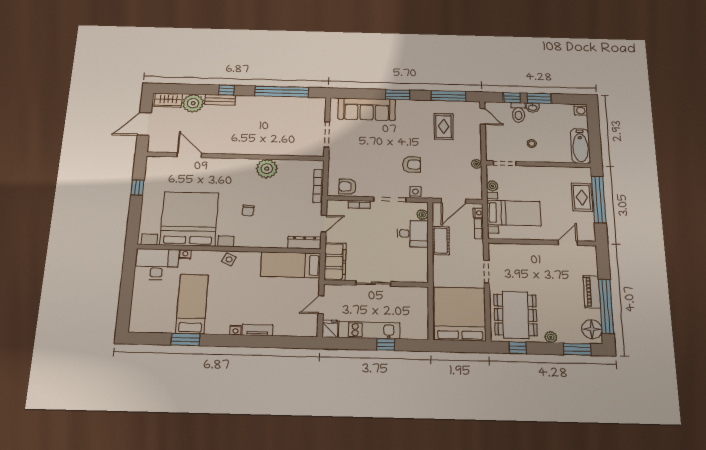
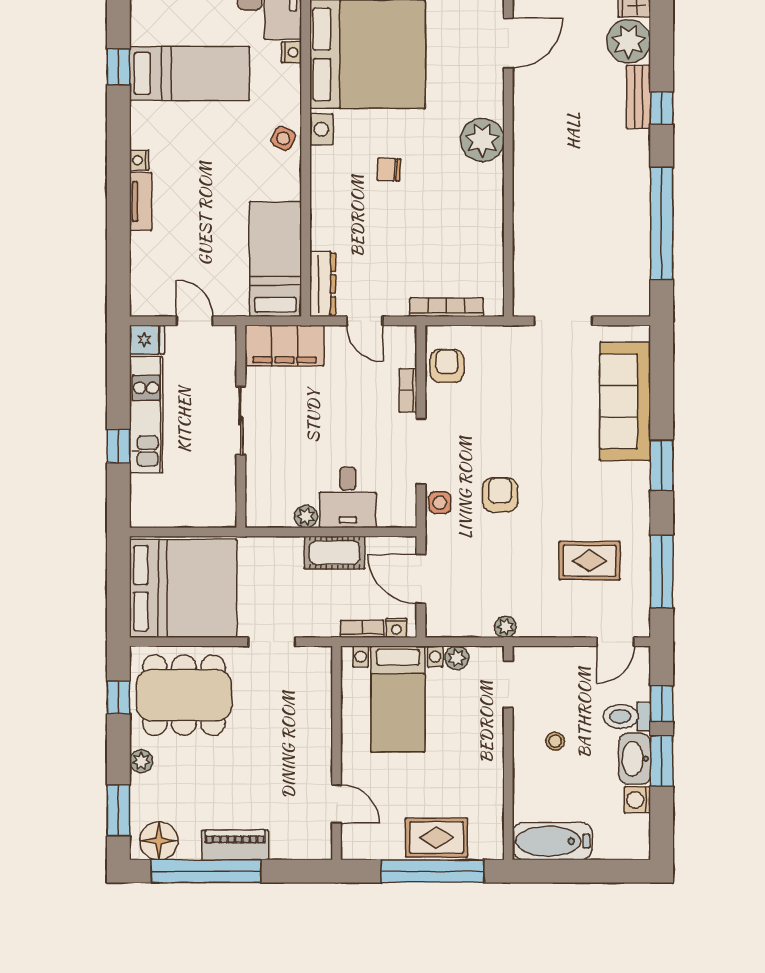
washbasin: (533, 107) -> (635, 759), width x1.91, depth x1.45
washing machine: (581, 110) -> (637, 800), moved
armchair: (412, 164) -> (500, 495), turned 180
plant: (267, 169) -> (482, 140), moved
plant: (422, 215) -> (306, 516), moved
window: (185, 339) -> (118, 67), width x0.67

